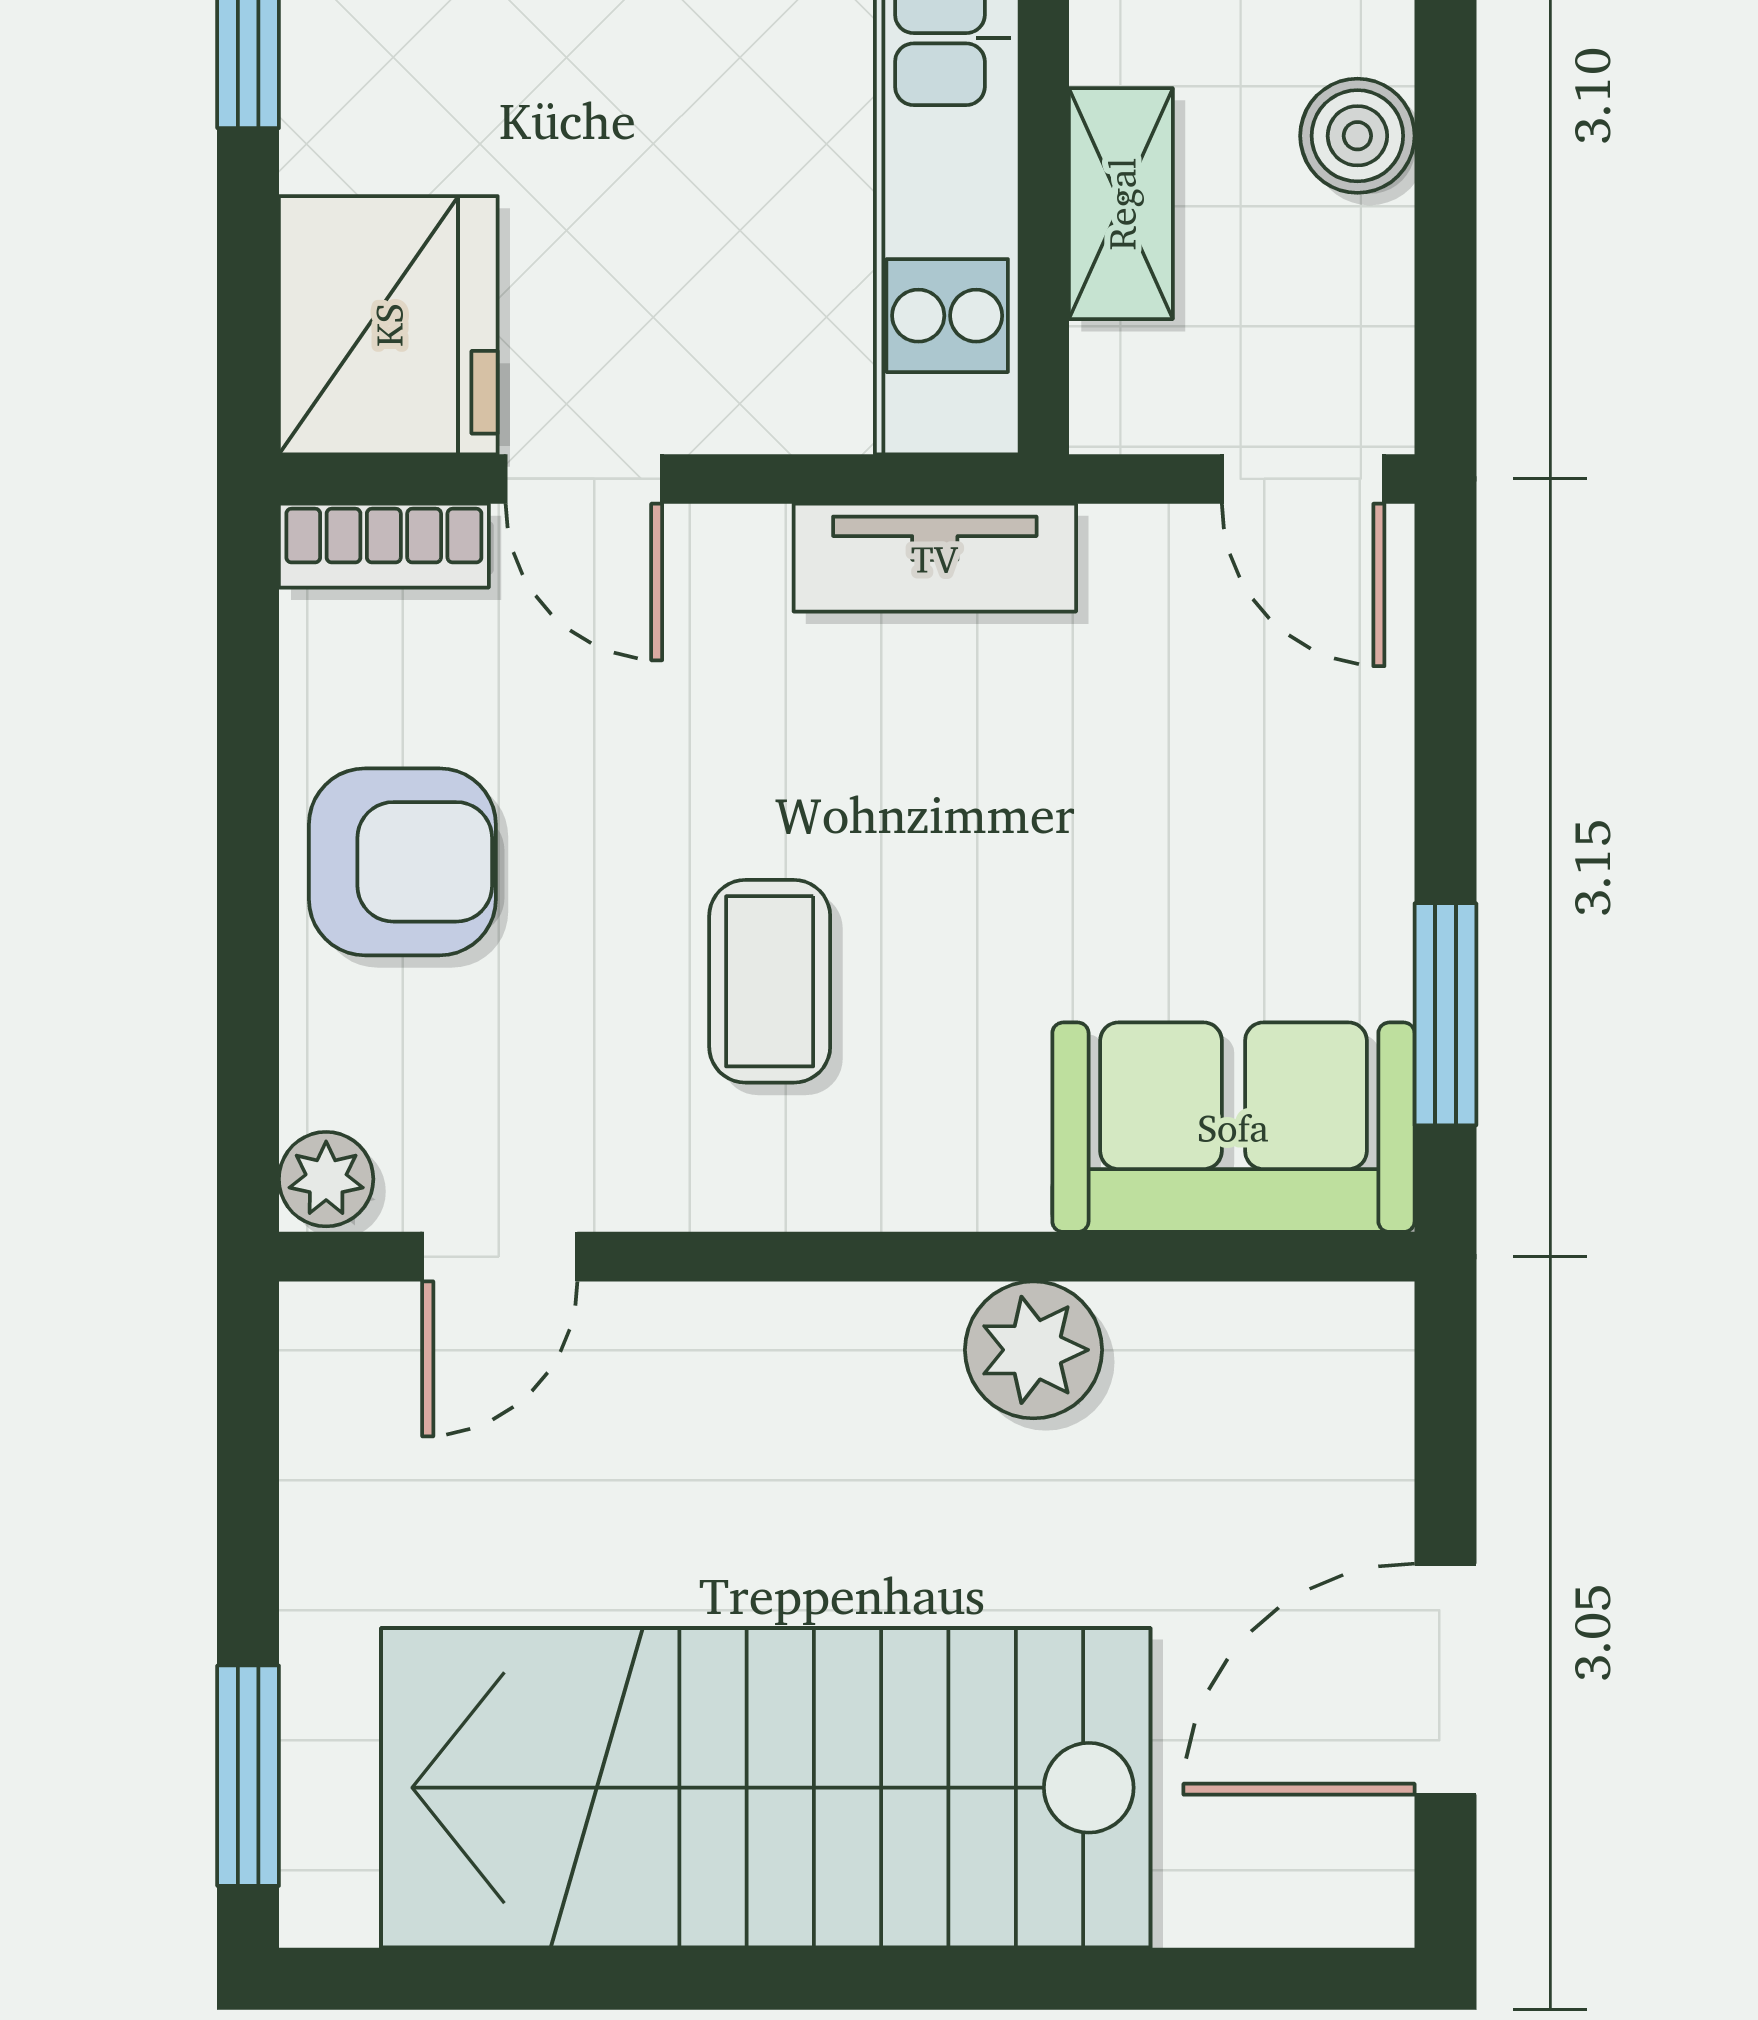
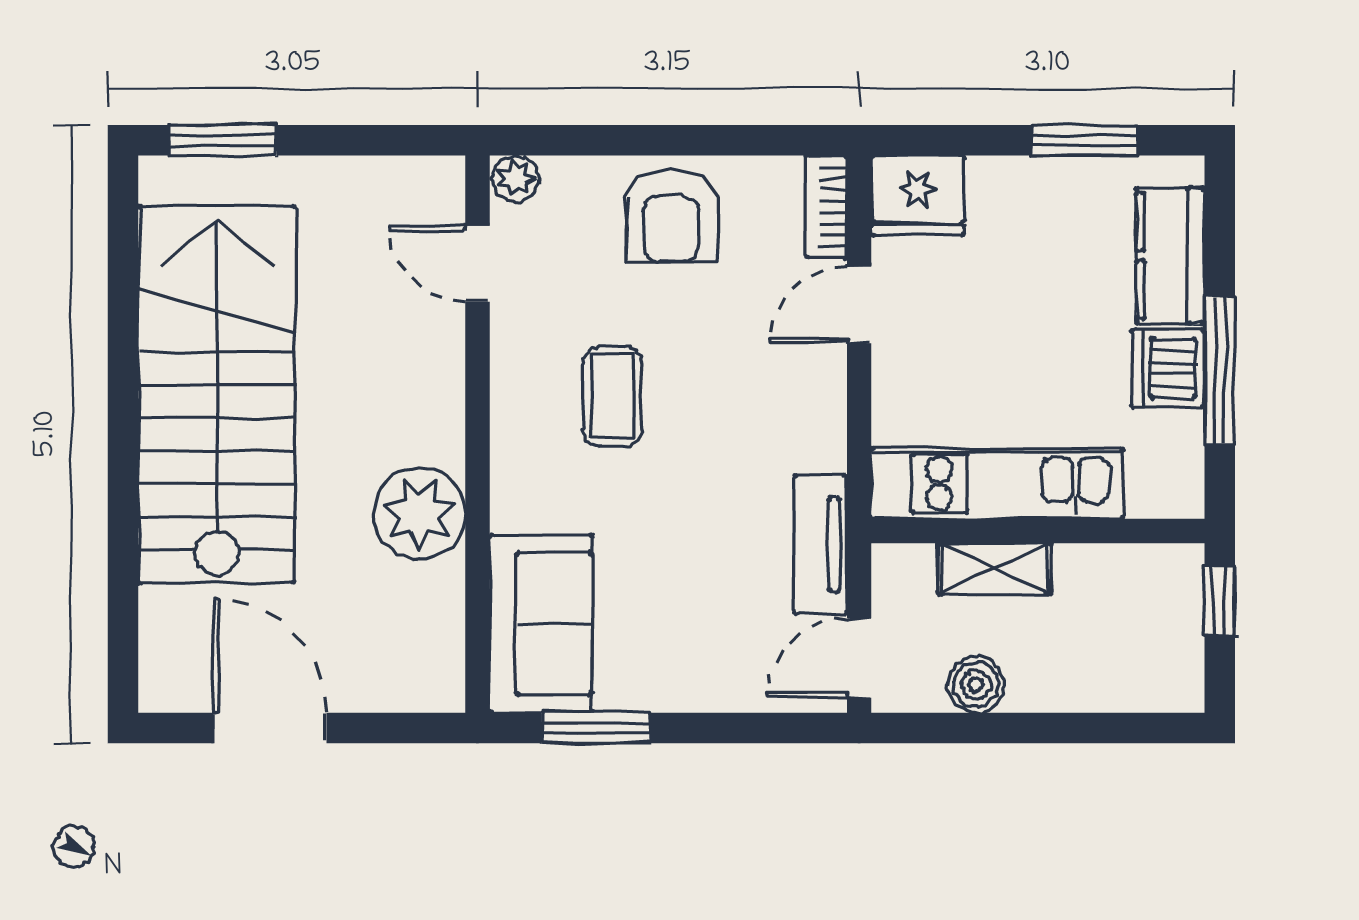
boiler: (1357, 136) -> (976, 685), moved
fridge: (388, 325) -> (918, 195), width x0.73, depth x0.75
tv unit: (935, 558) -> (821, 544), moved
coffee table: (770, 981) -> (613, 396), turned 90
plant: (1033, 1350) -> (419, 514), width x1.36, depth x1.36

